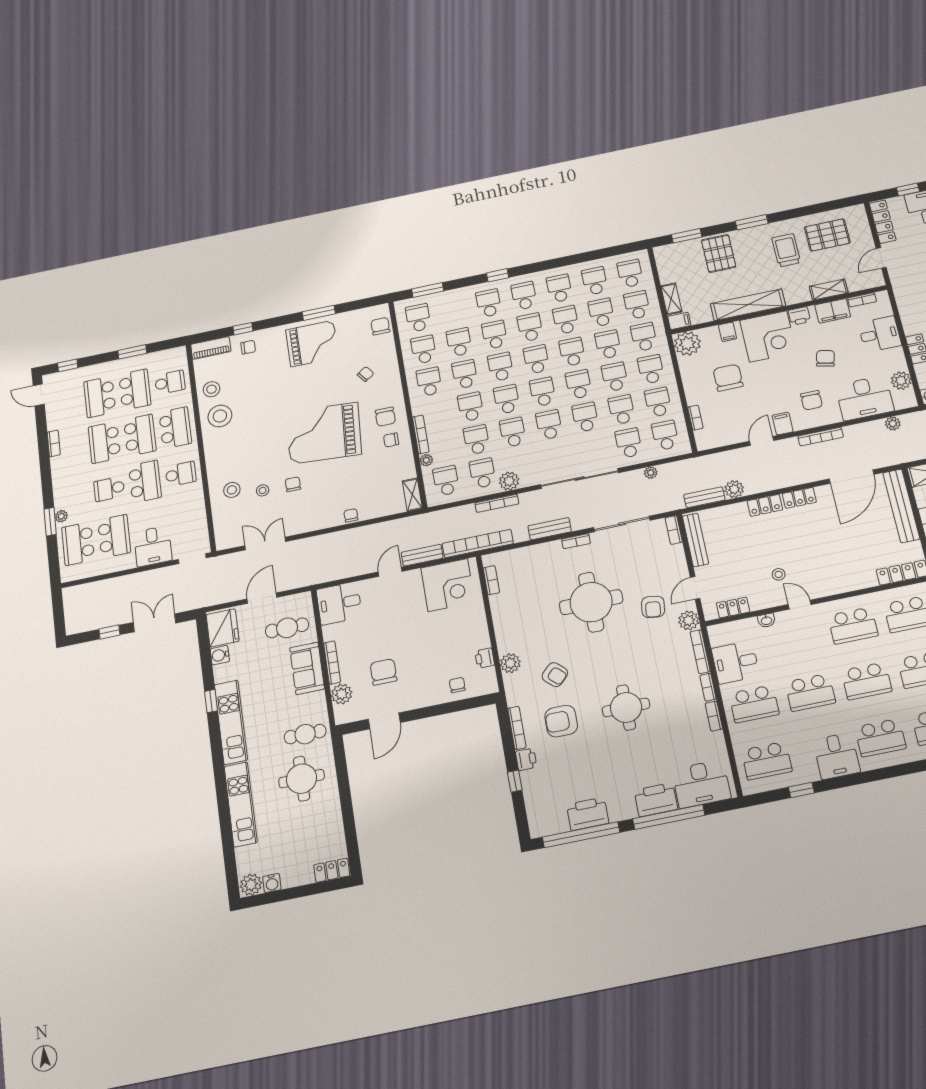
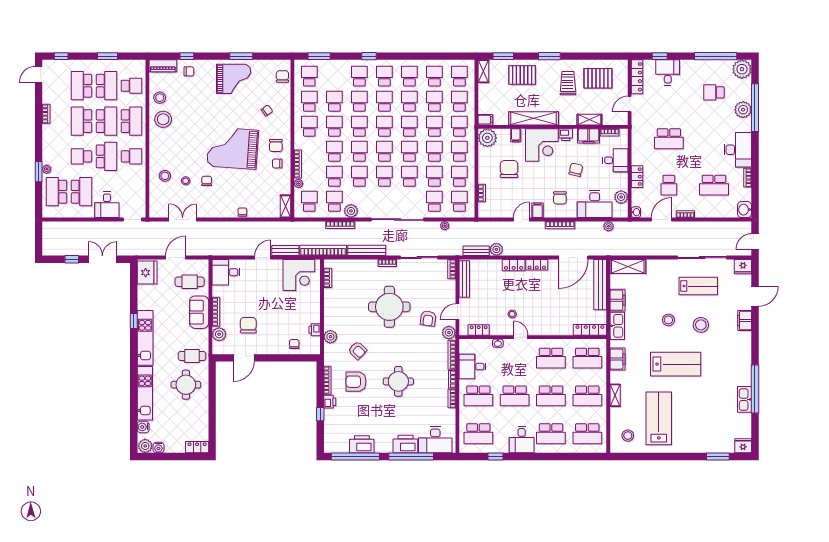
pallet: (719, 253) -> (522, 75), turned 90
shelving: (671, 299) -> (483, 71), moved
door: (39, 395) -> (39, 74), hinge flipped
bench: (550, 529) -> (367, 250), width x1.36
water cooler: (220, 655) -> (143, 427), moved

